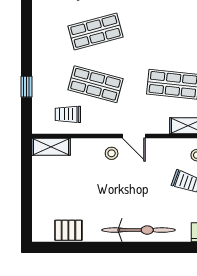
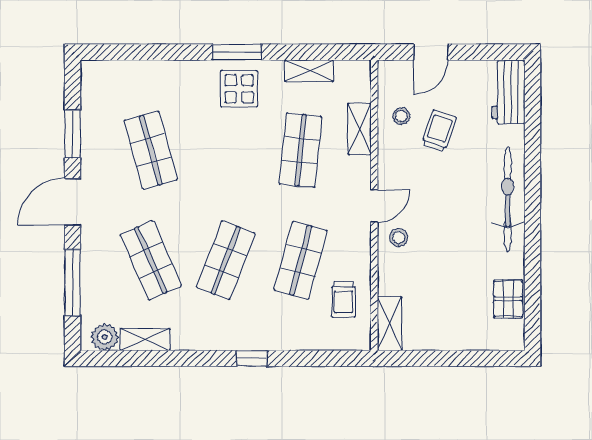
shop shelf: (96, 32) -> (226, 260), turned 36
window: (27, 87) -> (252, 358), moved

